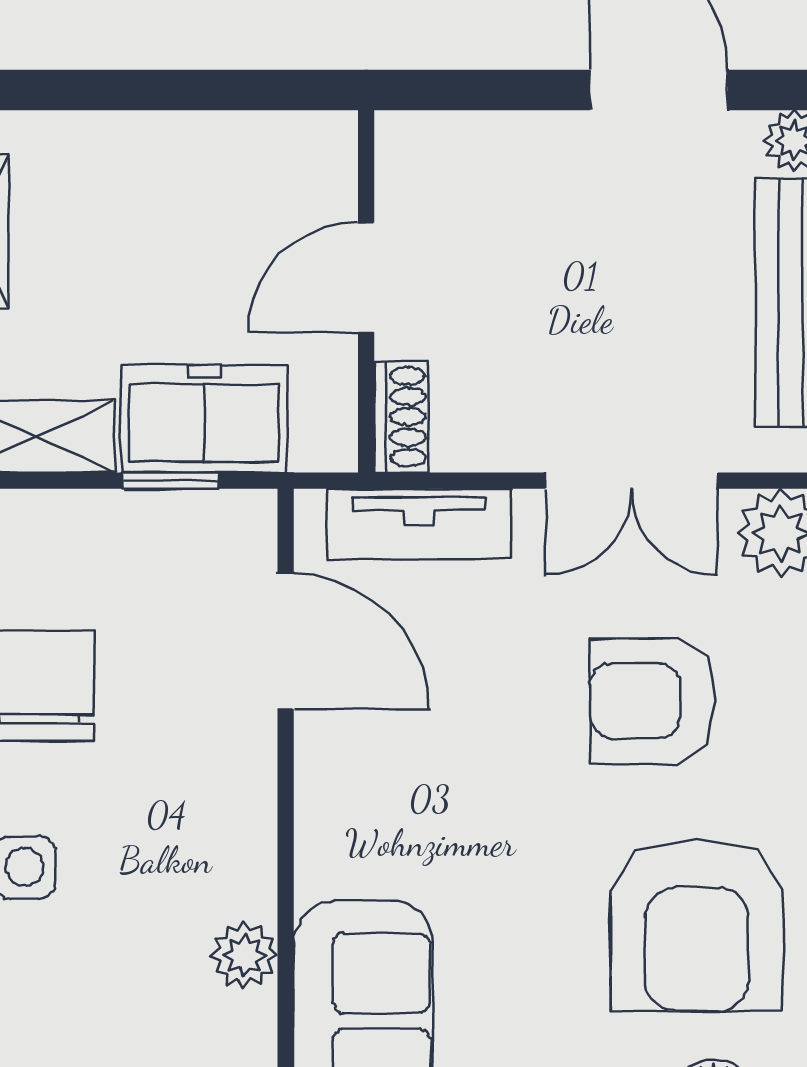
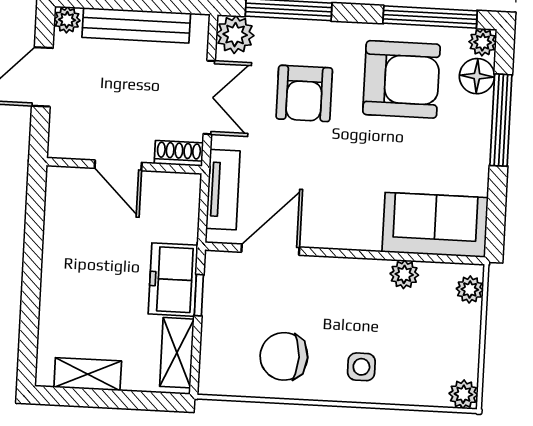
door: (366, 277) -> (118, 165), moved
wall: (366, 291) -> (124, 166), moved
shoe rack: (401, 417) -> (179, 153), moved

